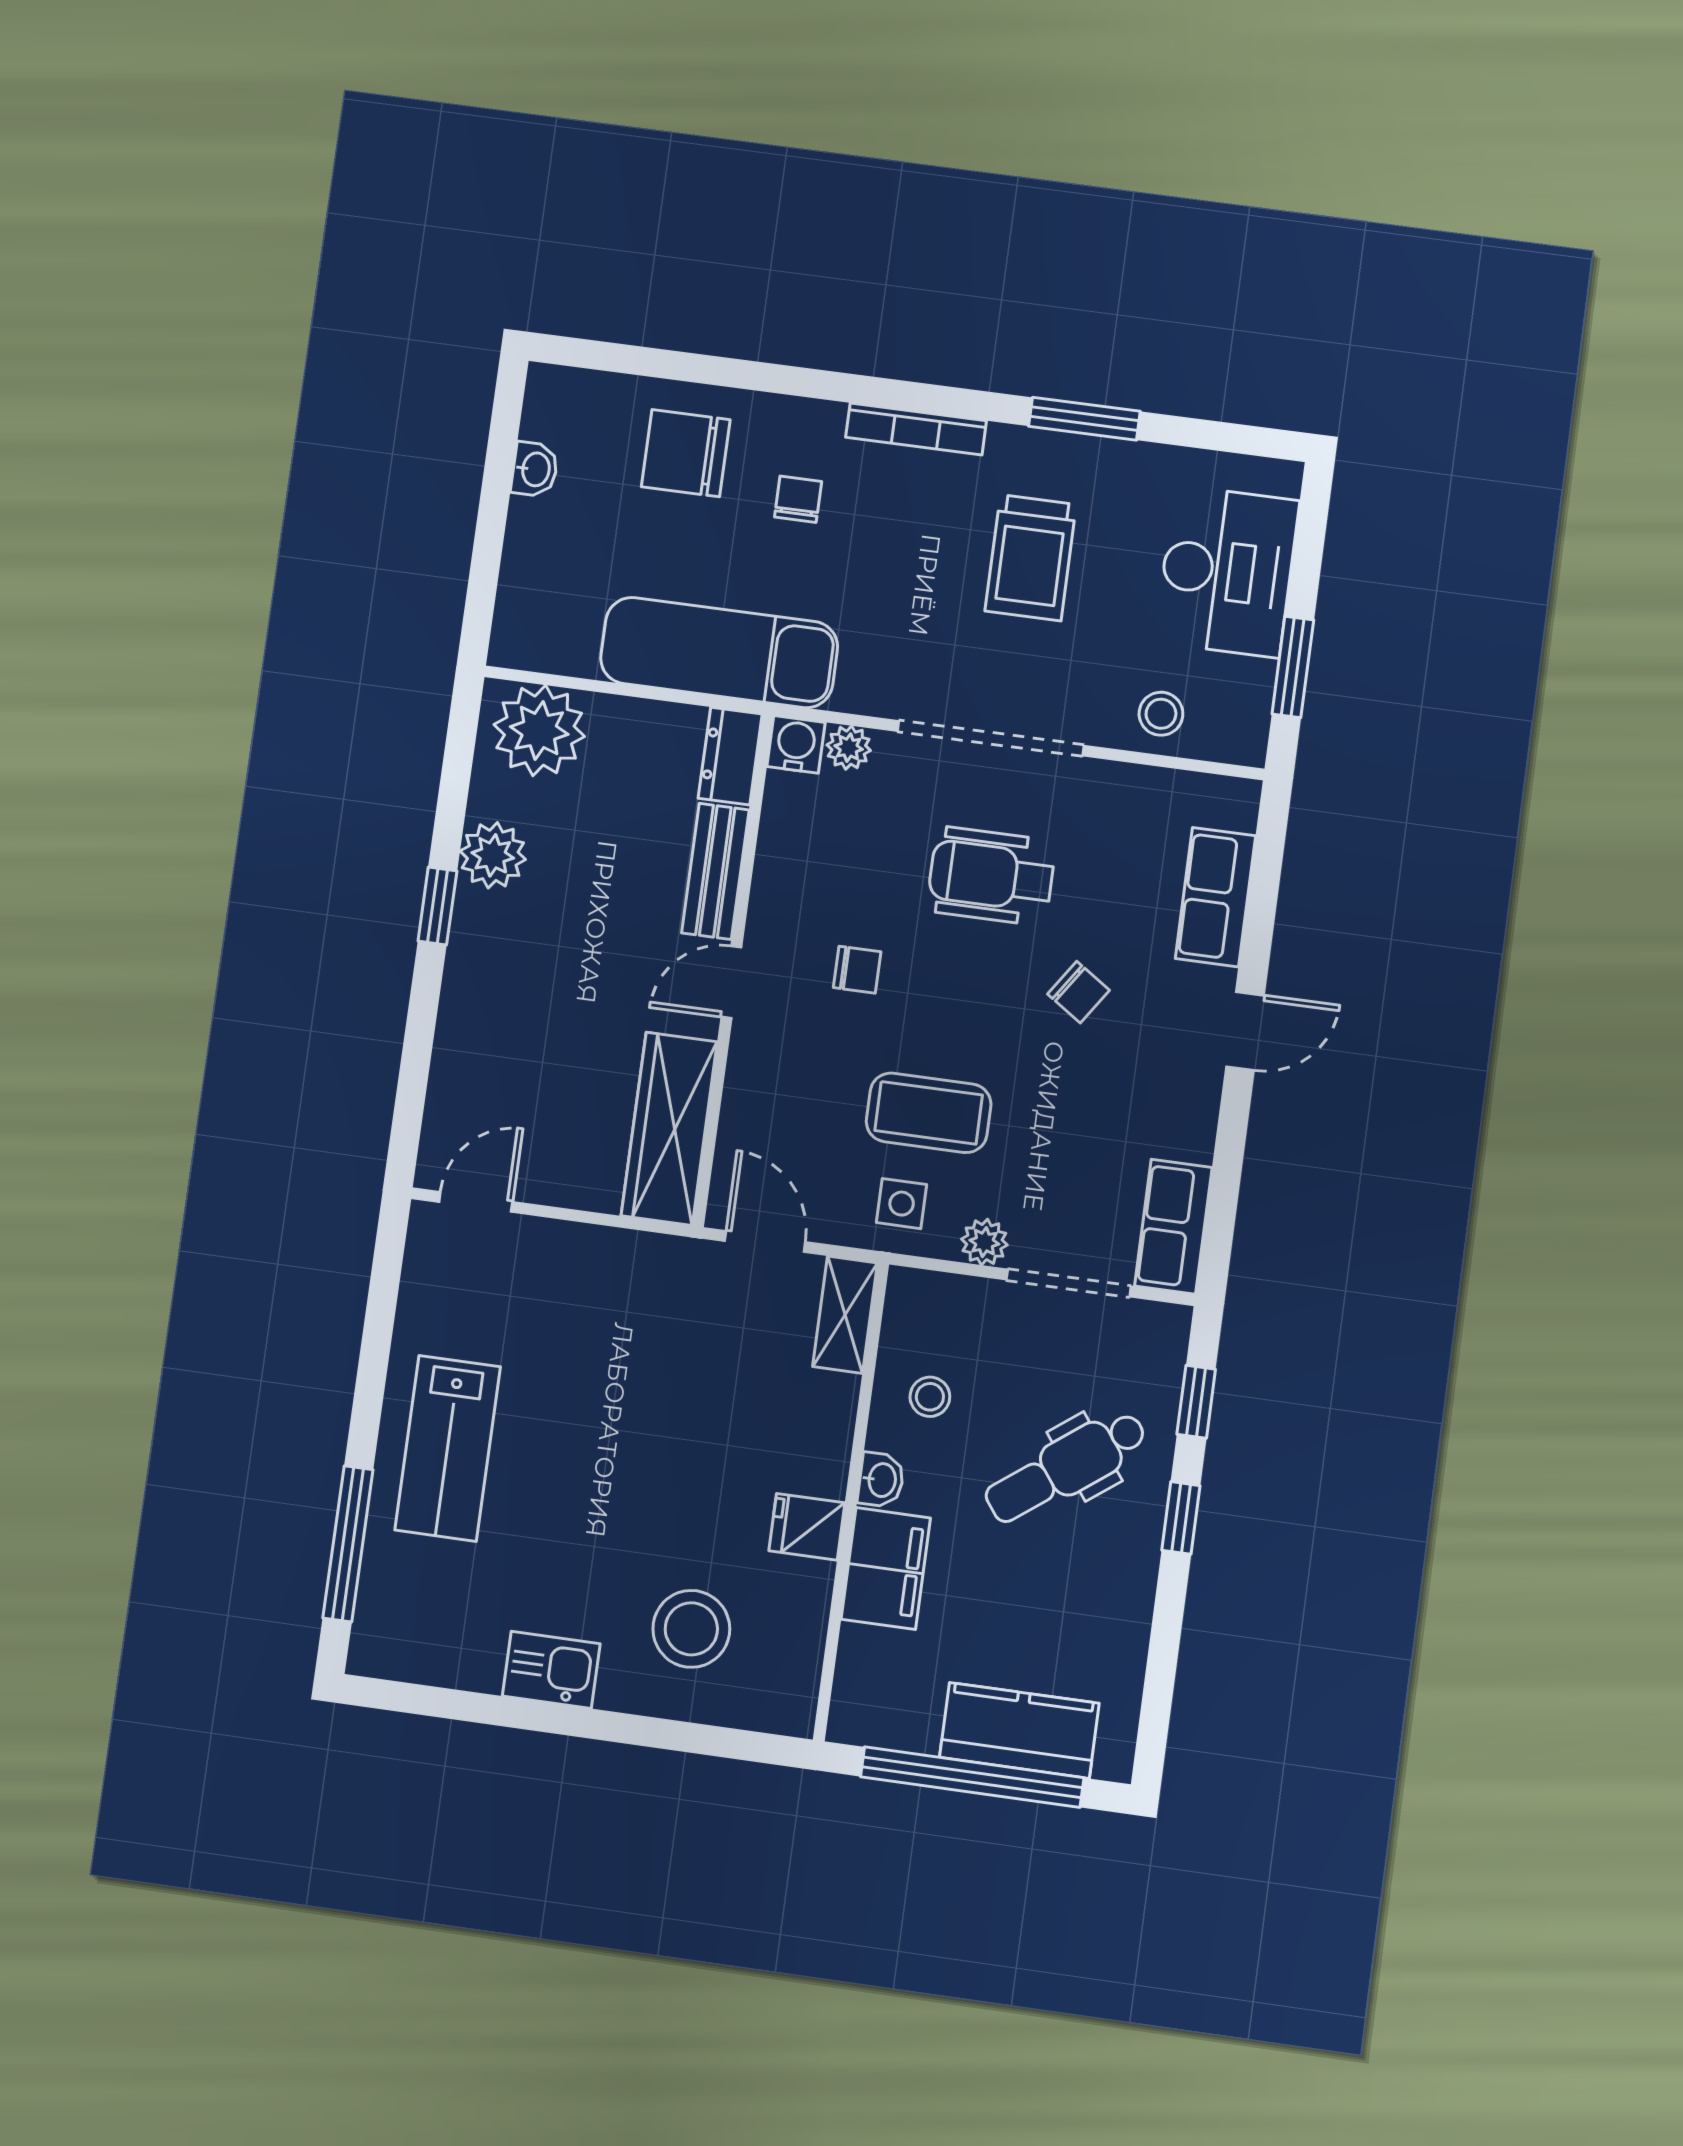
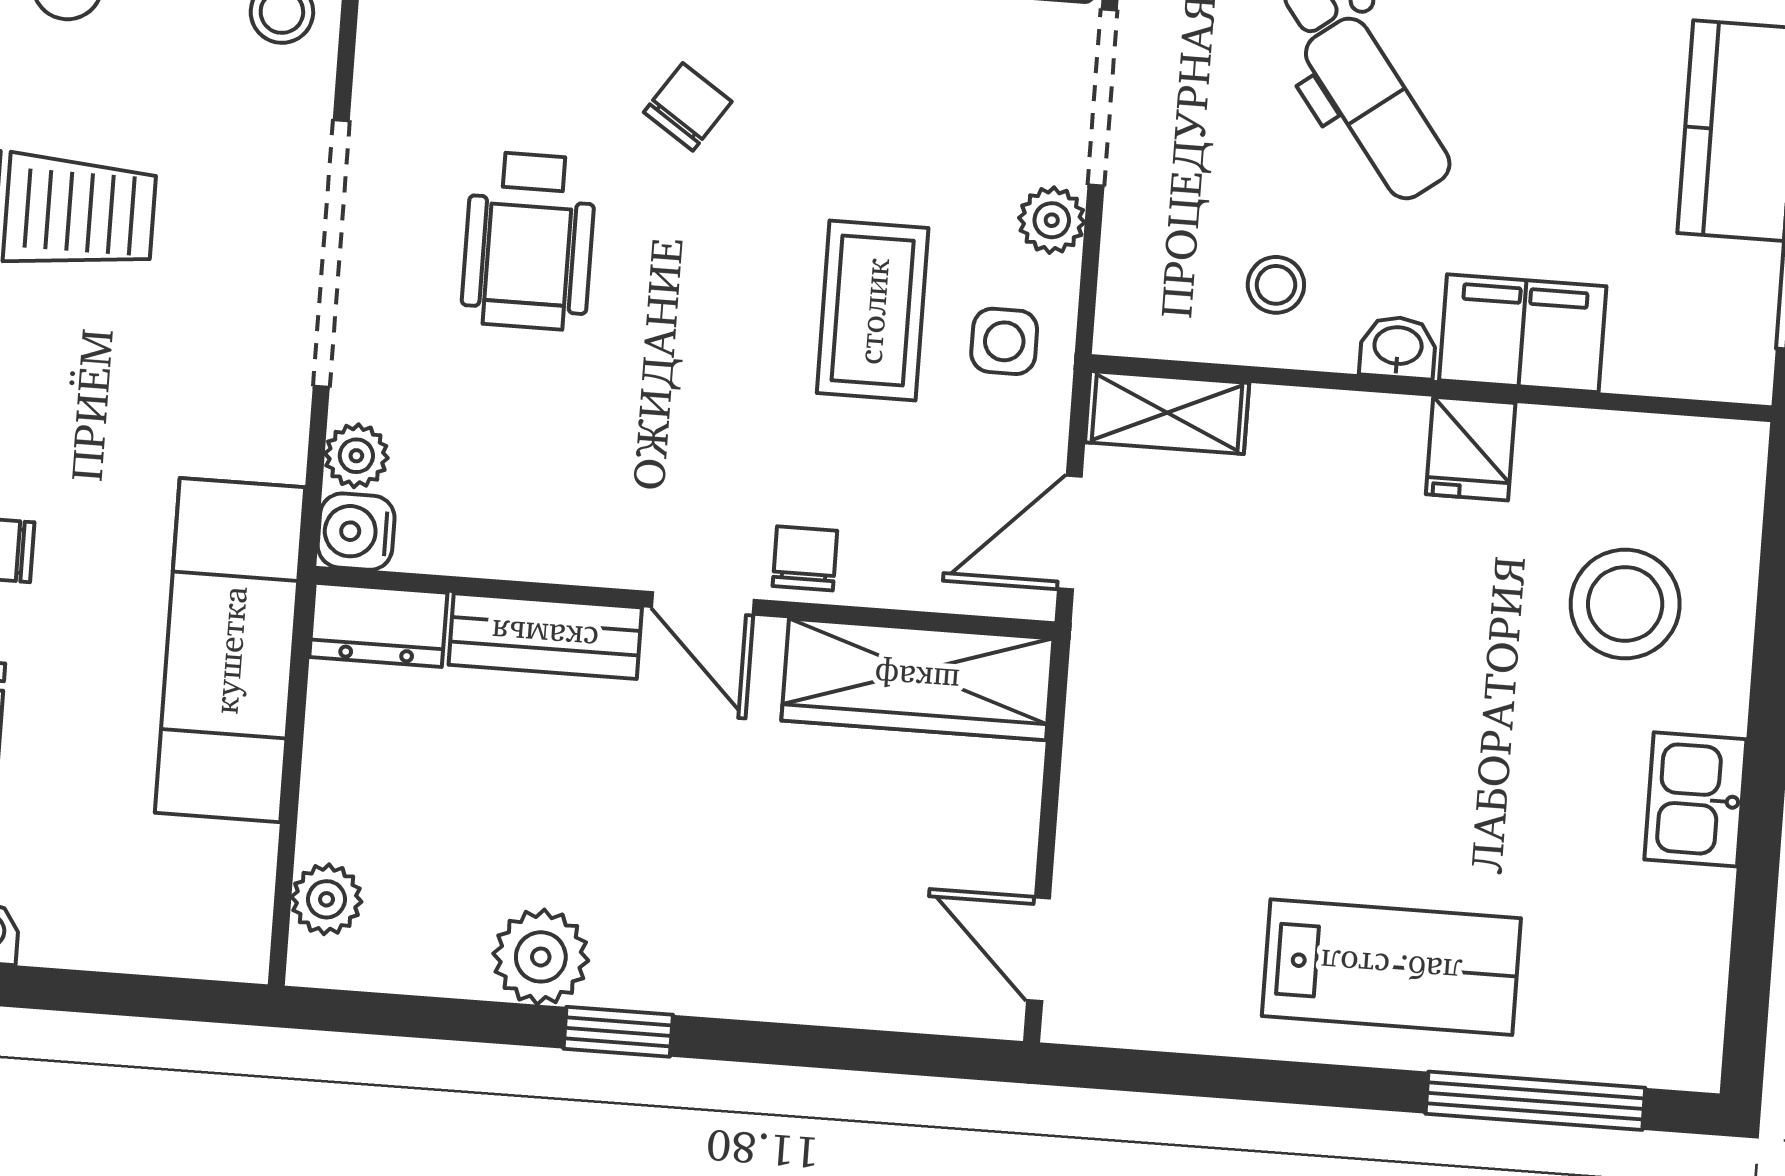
plant: (539, 730) -> (326, 899), width x0.53, depth x0.53
chair: (857, 970) -> (805, 558), moved

